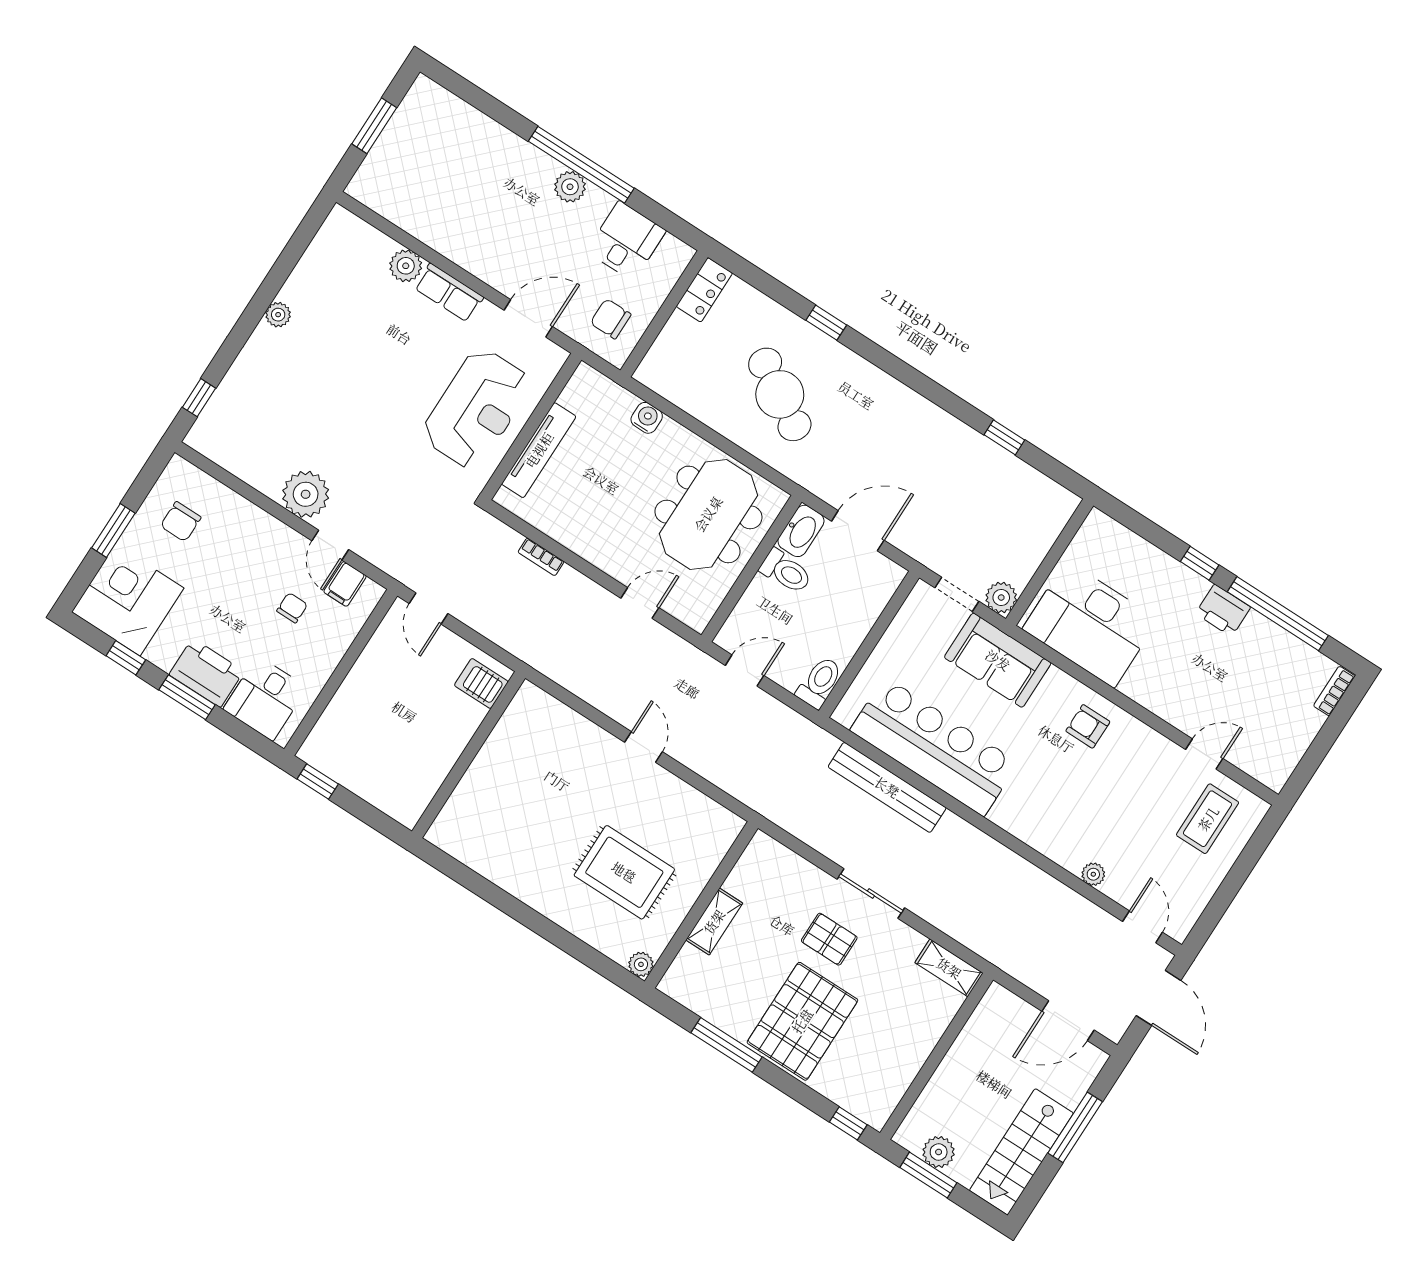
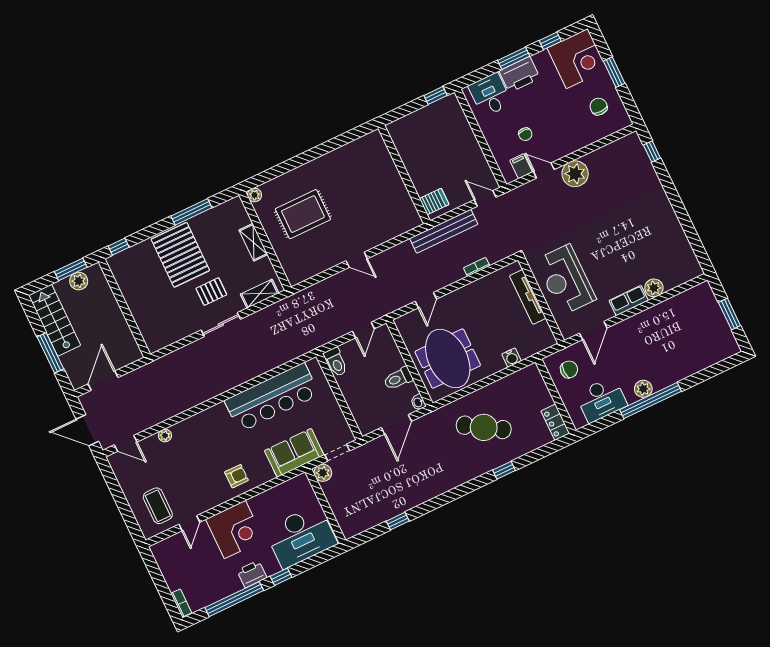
desk: (626, 241) -> (601, 400), width x1.37
plant: (278, 315) -> (668, 213), removed
washbasin: (801, 531) -> (418, 402), width x0.52, depth x0.69
desk: (1090, 624) -> (301, 536), moved, turned 180
corner desk: (1171, 678) -> (235, 530), added
bench: (887, 787) -> (444, 231), moved
shelving: (949, 968) -> (260, 294), moved

